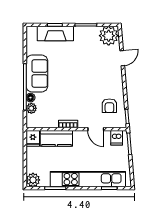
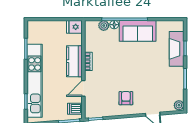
plant: (109, 36) -> (179, 105), width x0.53, depth x0.53
armchair: (109, 106) -> (126, 98), moved, turned 90
kitchen counter: (56, 138) -> (74, 61), moved
plant: (33, 180) -> (34, 27), removed

